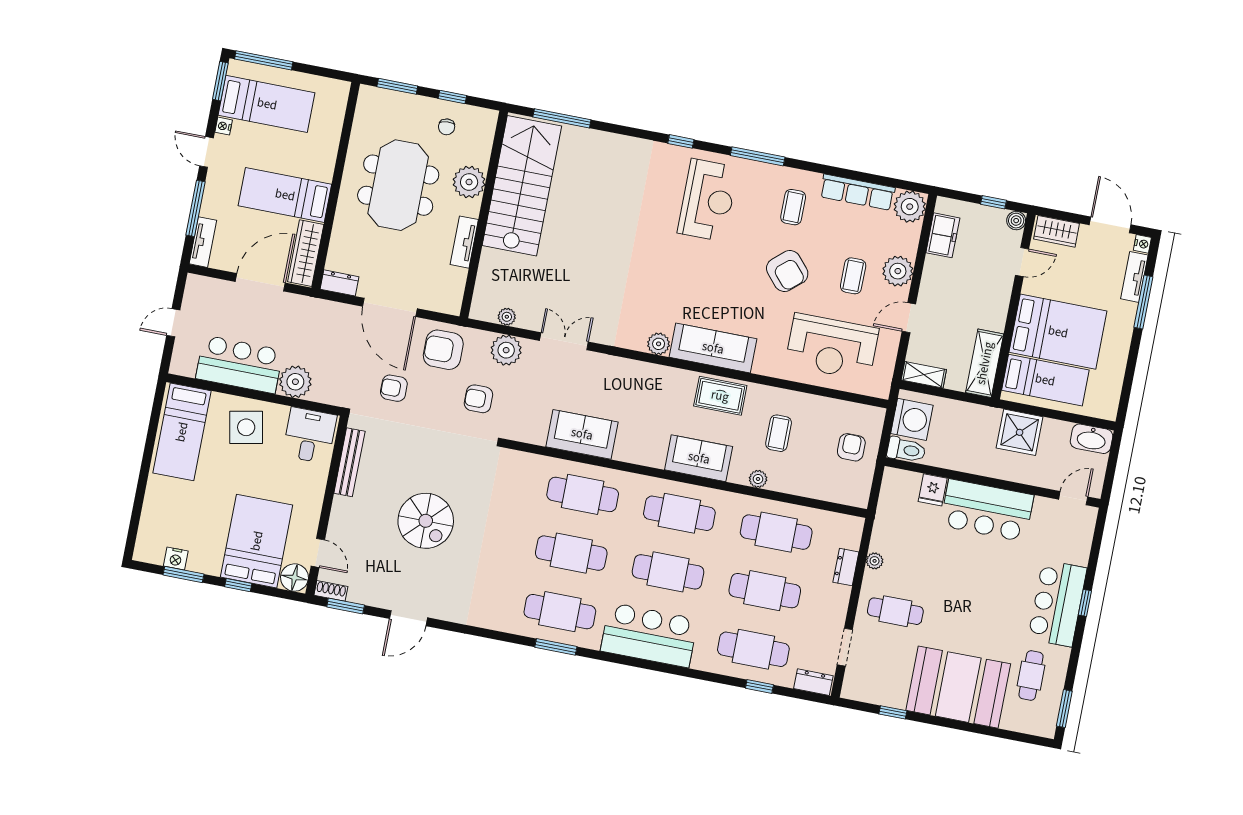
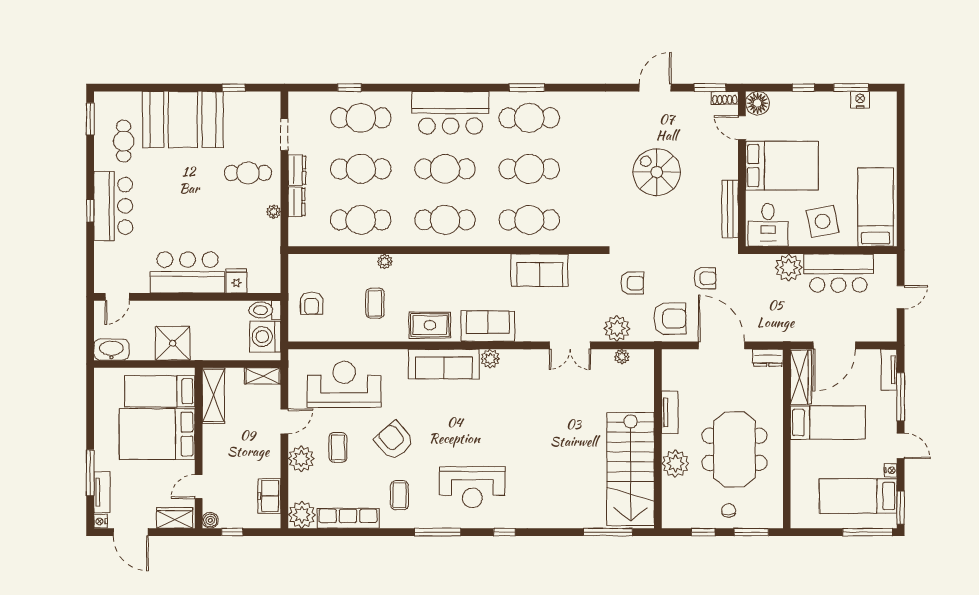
chair: (447, 127) -> (729, 510), moved
reception desk: (708, 200) -> (472, 487), turned -90
sofa: (699, 458) -> (488, 326), moved, turned 180
bed: (257, 541) -> (782, 166), moved, turned -90
dresser: (813, 682) -> (297, 170), moved, turned -90

